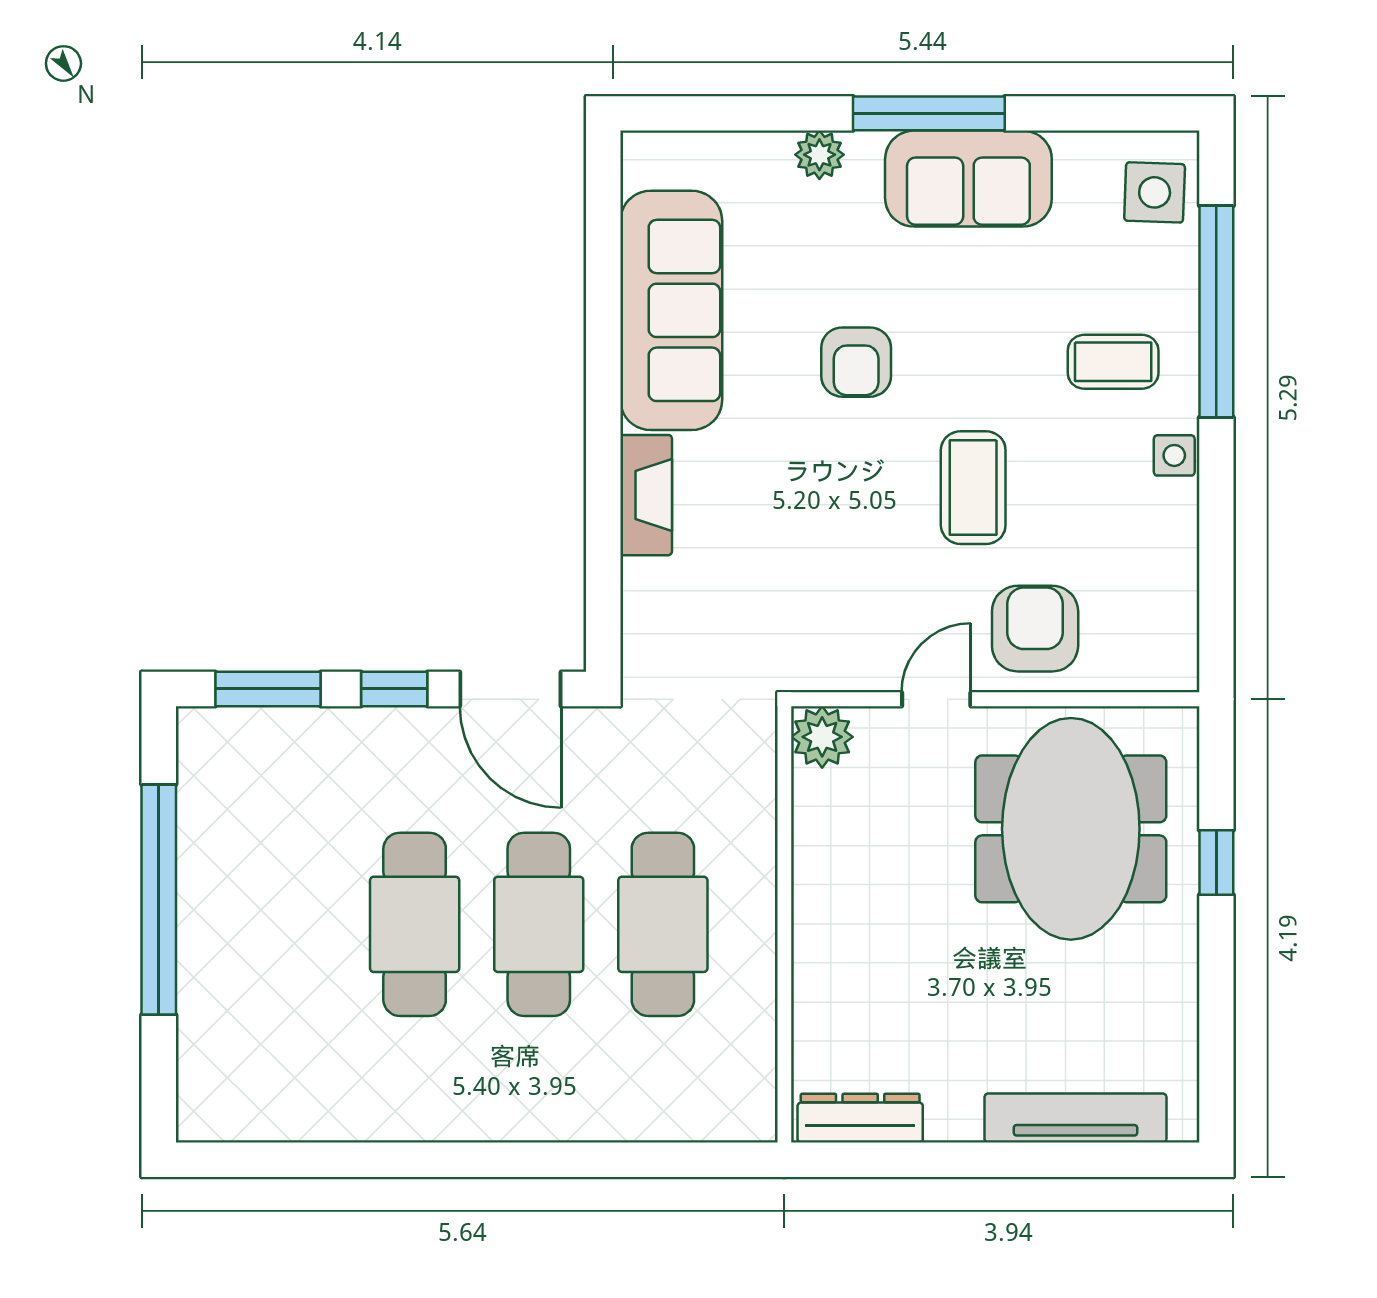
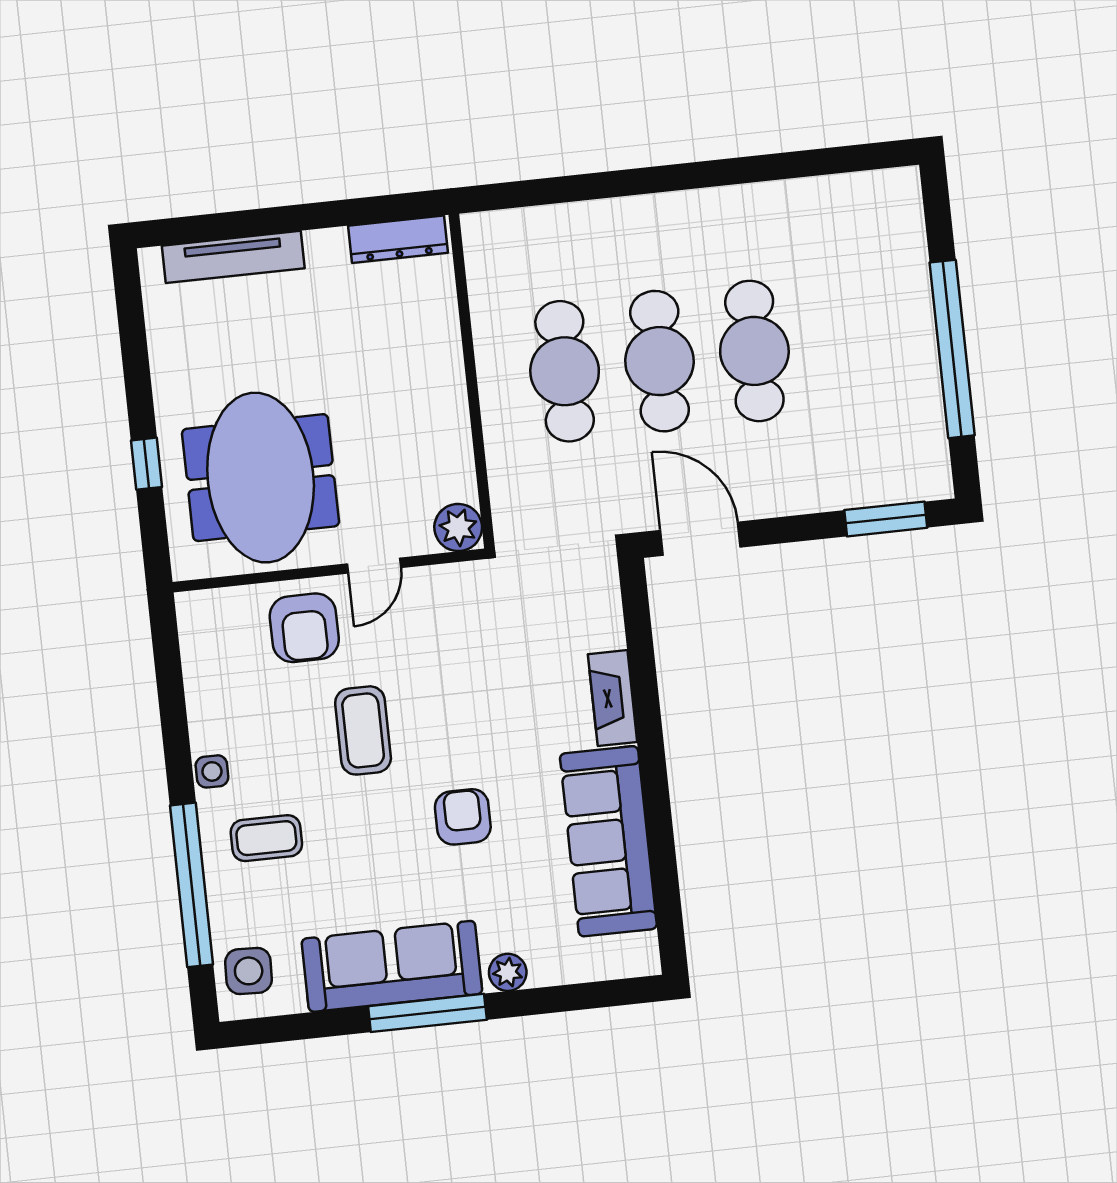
sofa: (968, 179) -> (392, 966), width x1.36
window: (394, 689) -> (789, 529), removed

